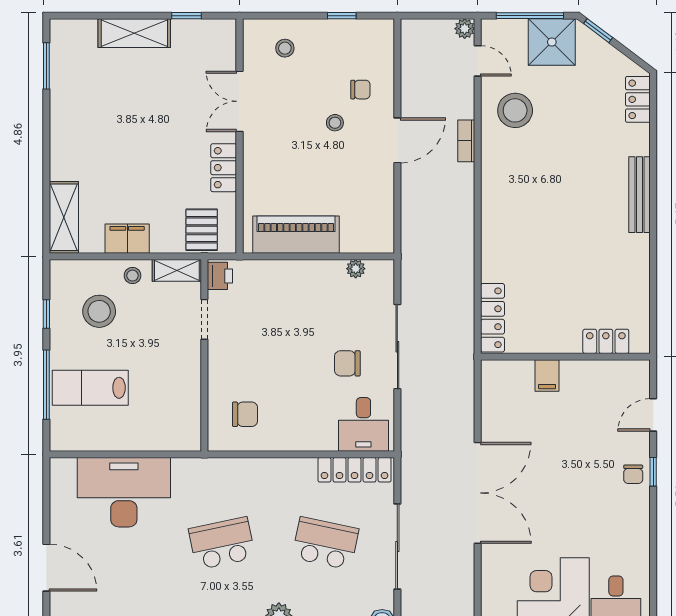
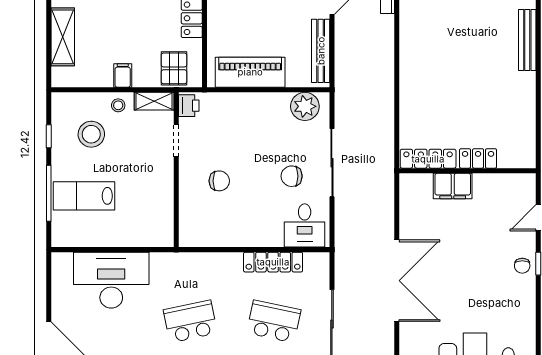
bench: (383, 208) -> (321, 51), added
shelving: (64, 217) -> (63, 37), moved
filing cabinet: (127, 239) -> (123, 76), width x0.50
plant: (356, 269) -> (305, 106), width x1.88, depth x1.88
locker: (493, 318) -> (428, 159), moved, turned -90
locker: (606, 341) -> (478, 158), moved
filing cabinet: (547, 375) -> (453, 186), width x2.00
chair: (245, 414) -> (219, 181), moved
locker: (355, 470) -> (273, 262), moved

